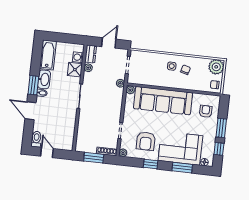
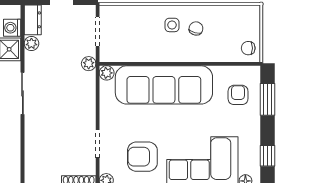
plant: (216, 67) -> (247, 18), removed
window: (221, 128) -> (267, 99), moved
armchair: (146, 141) -> (142, 157), turned 90

